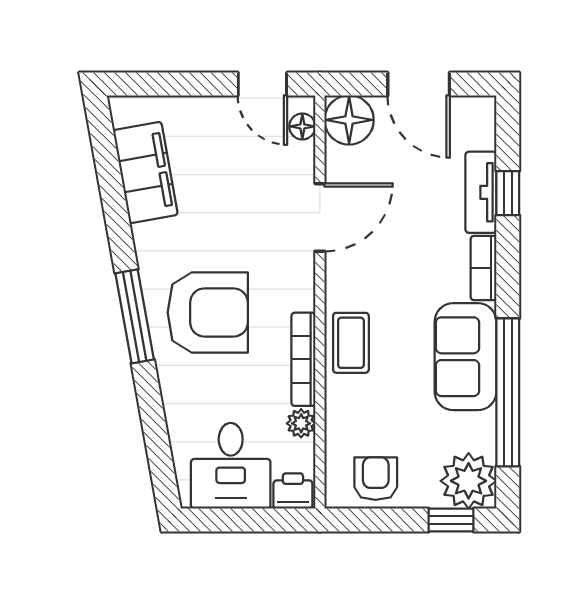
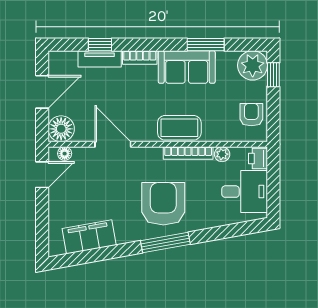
coffee table: (351, 343) -> (179, 128), width x1.36, depth x1.30
window: (508, 392) -> (206, 45), width x0.47
armchair: (376, 479) -> (251, 115), turned 90

